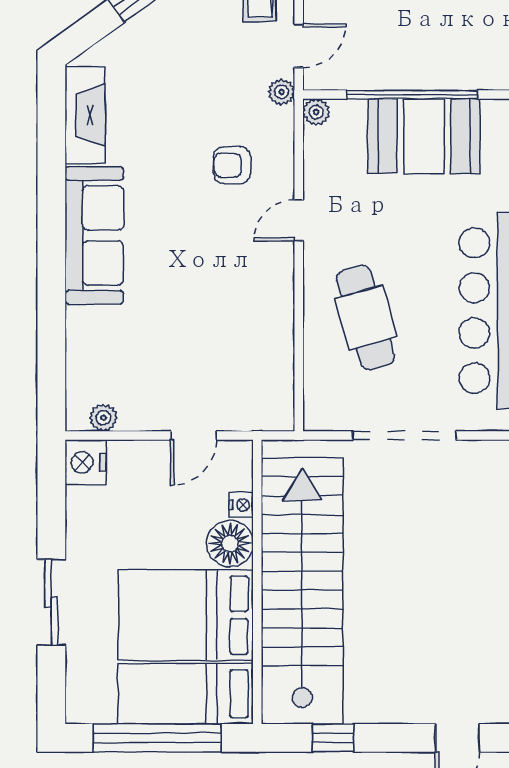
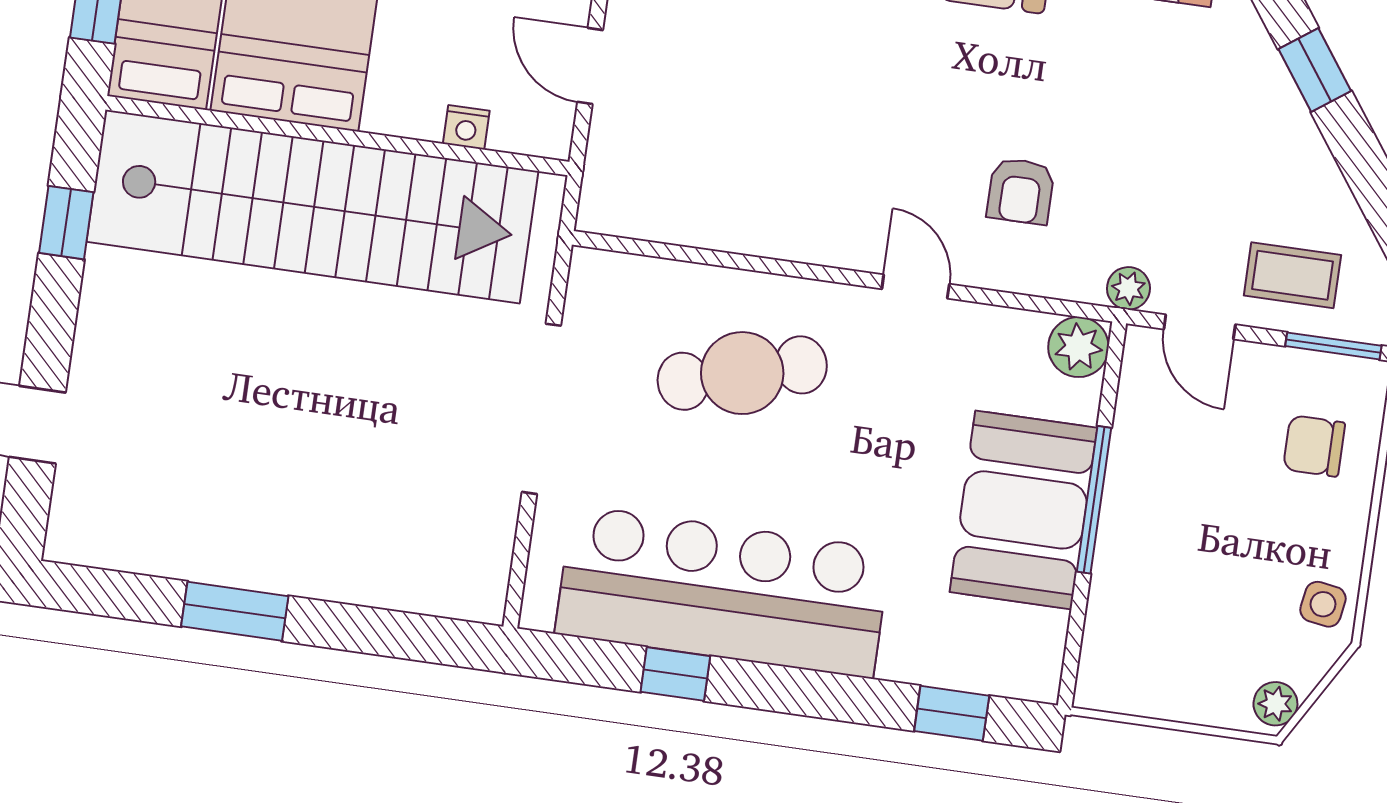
window: (412, 95) -> (1094, 500), width x0.68
plant: (316, 112) -> (1078, 347), width x1.38, depth x1.38
armchair: (232, 165) -> (1021, 191), turned 180
floor lamp: (230, 544) -> (406, 100), removed

